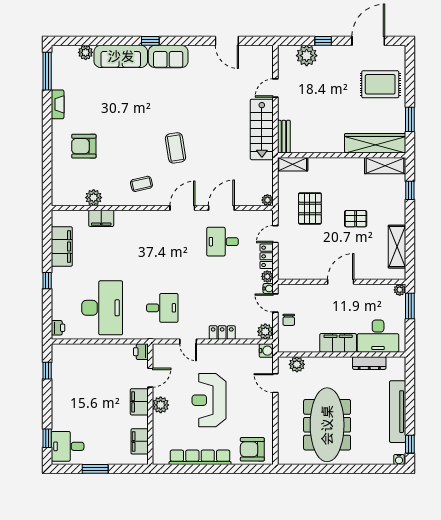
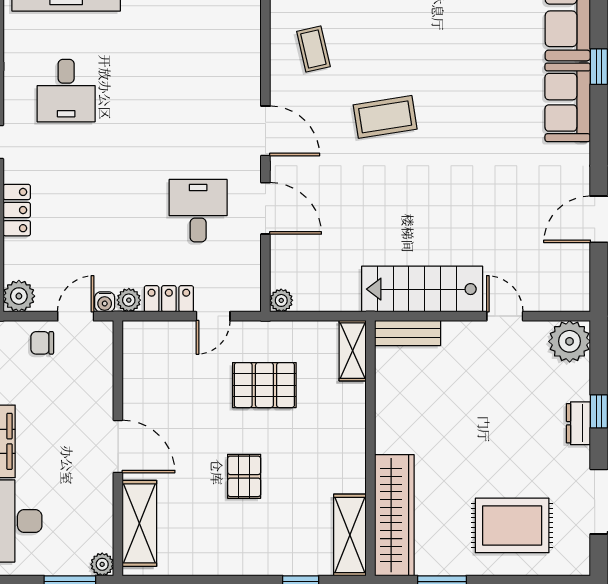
dresser: (329, 51) -> (578, 423), added
plant: (307, 56) -> (570, 341), moved
rug: (380, 84) -> (512, 525), turned 90
door: (275, 234) -> (213, 316), swing flipped
shelving: (397, 247) -> (139, 523), moved, turned 90

